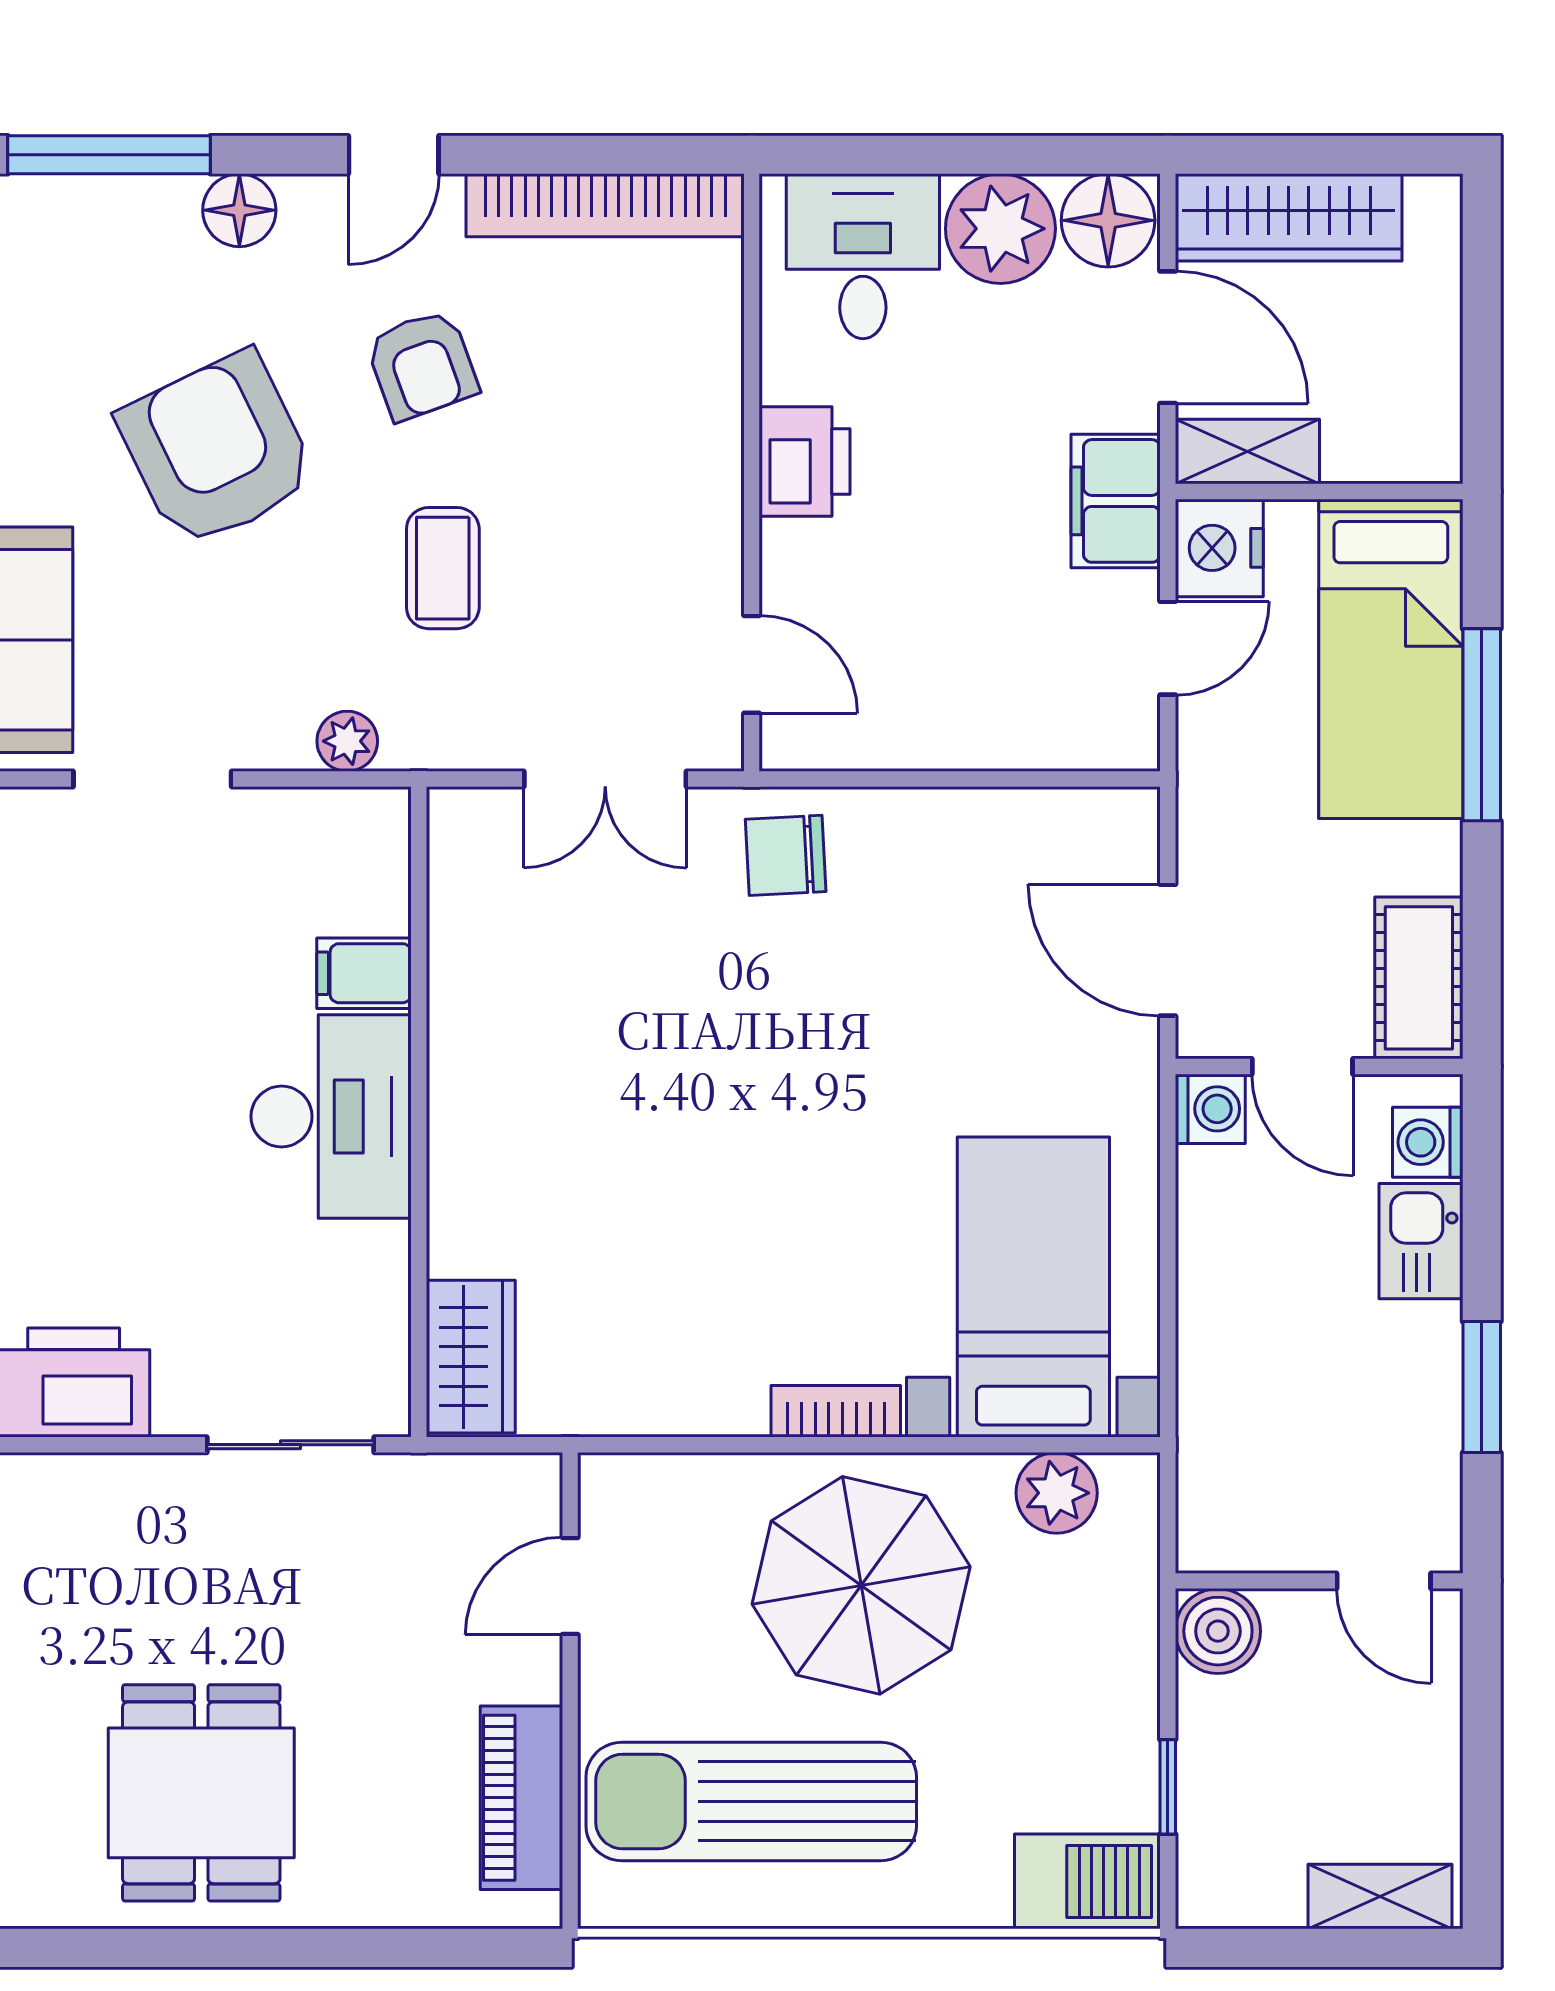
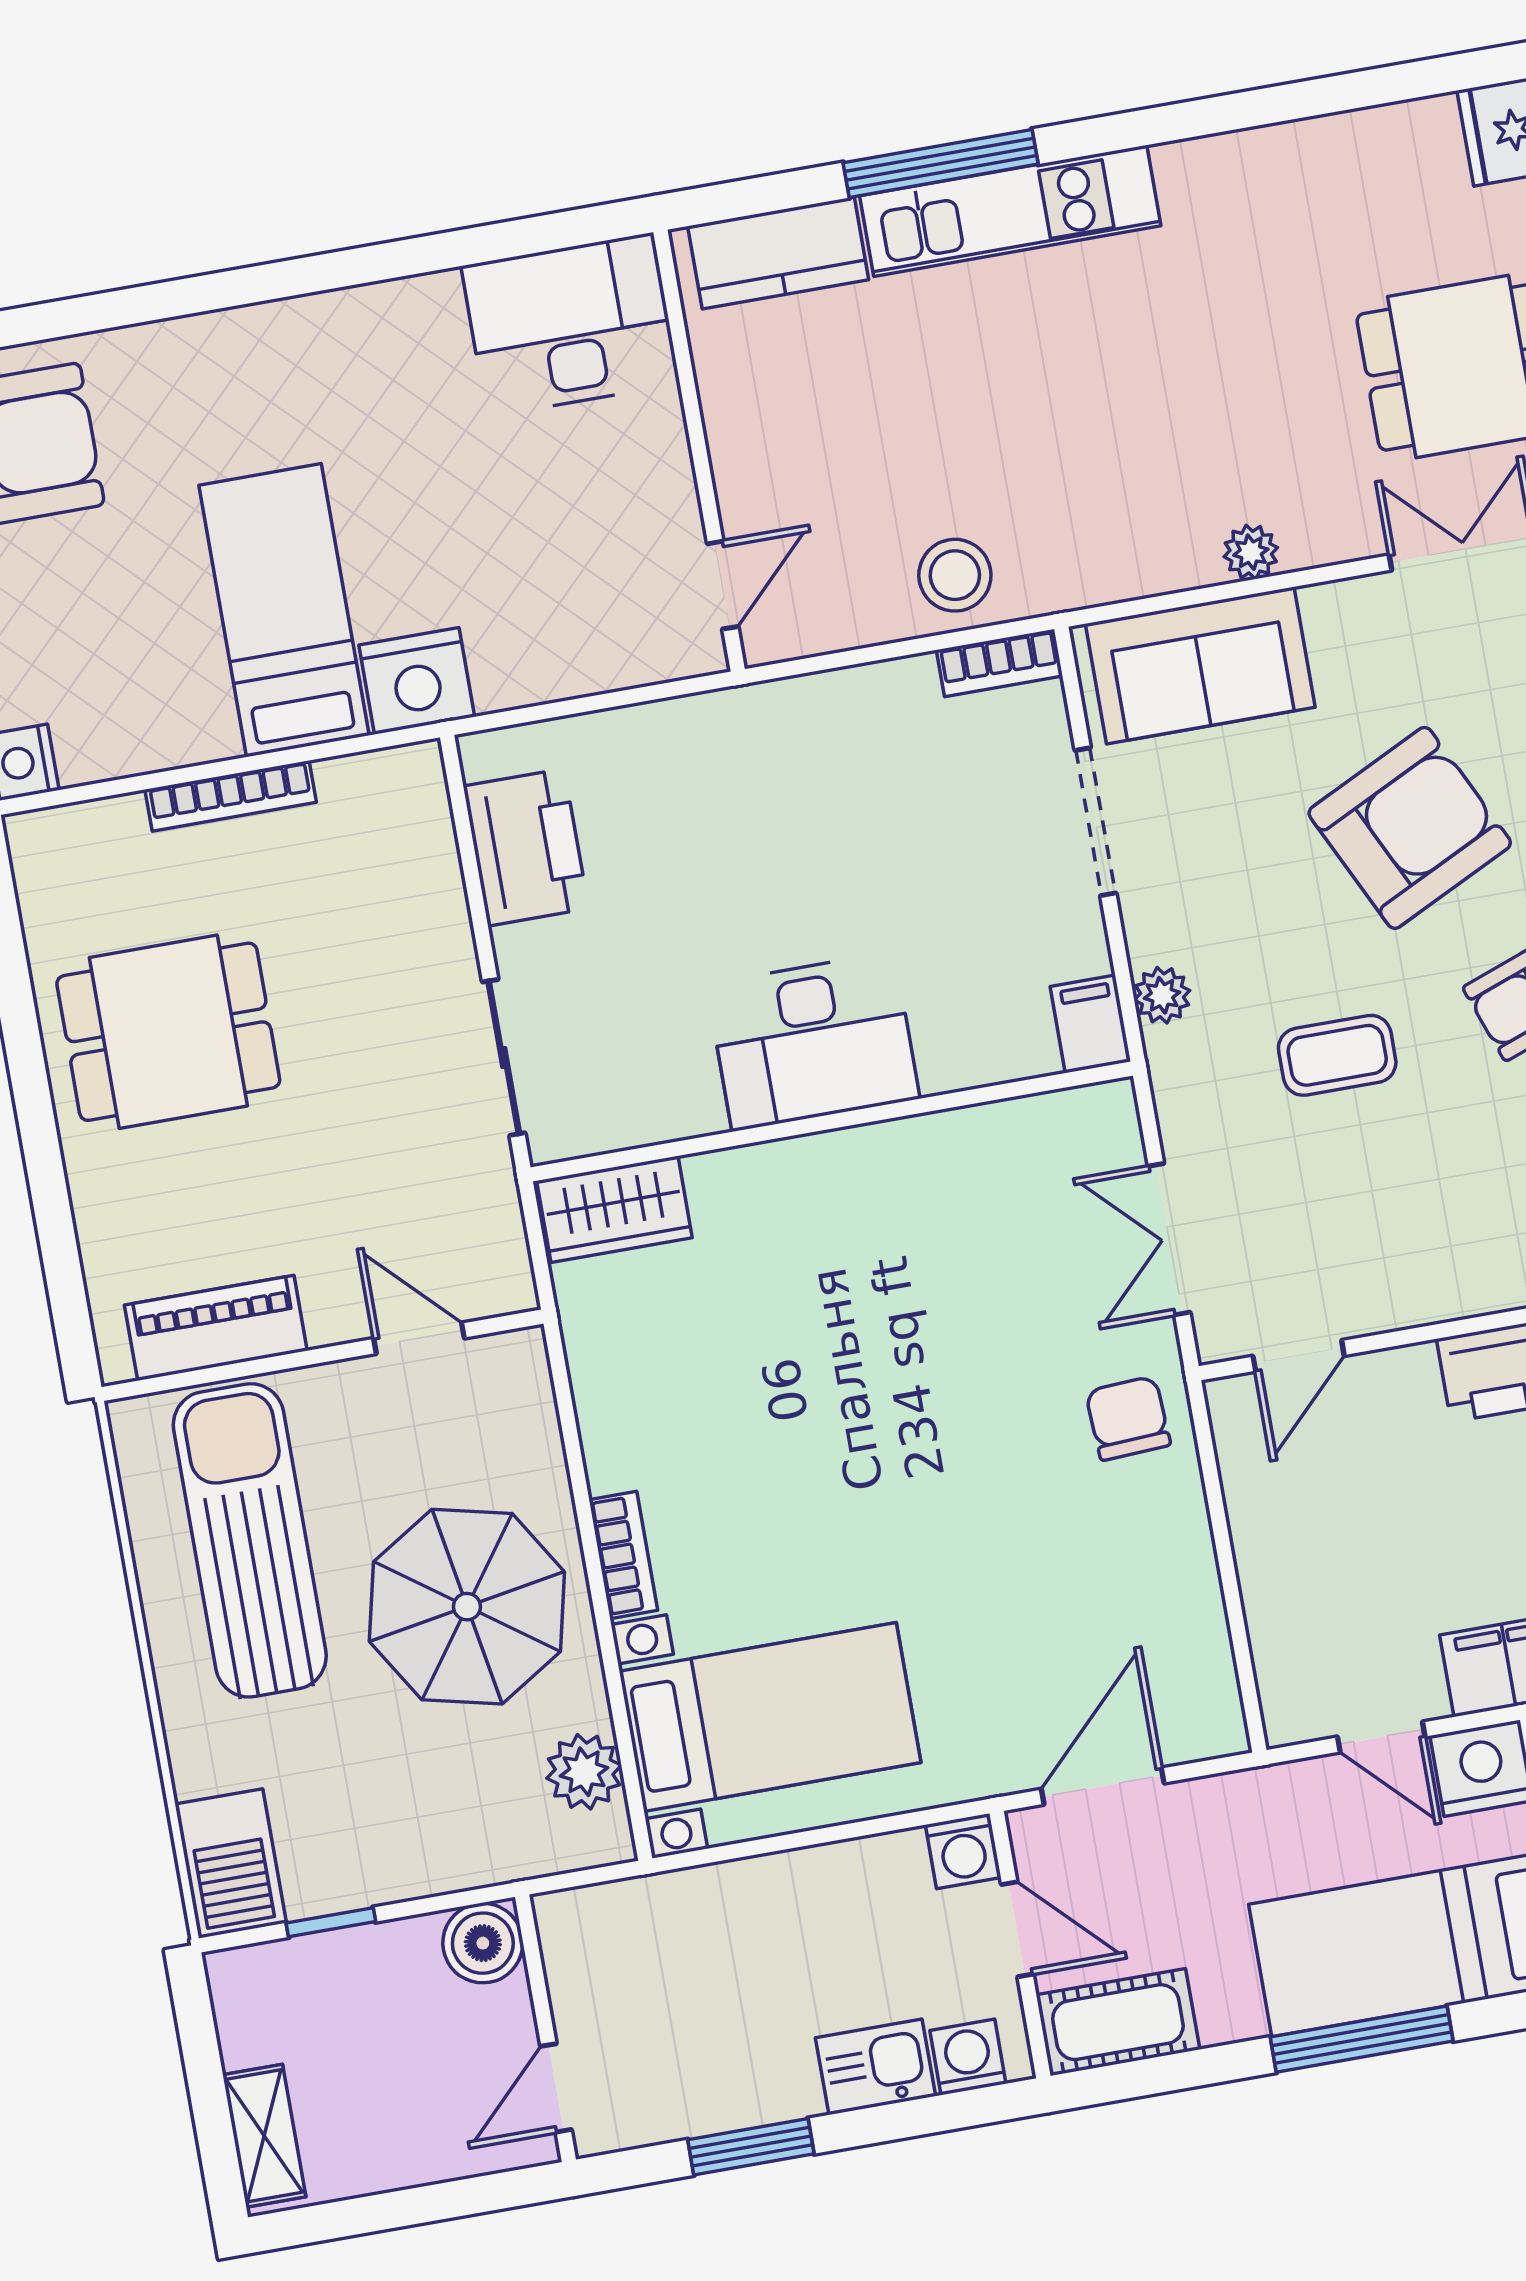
filing cabinet: (364, 973) -> (1090, 1024), moved
door: (1302, 1066) -> (1017, 1929), swing flipped

